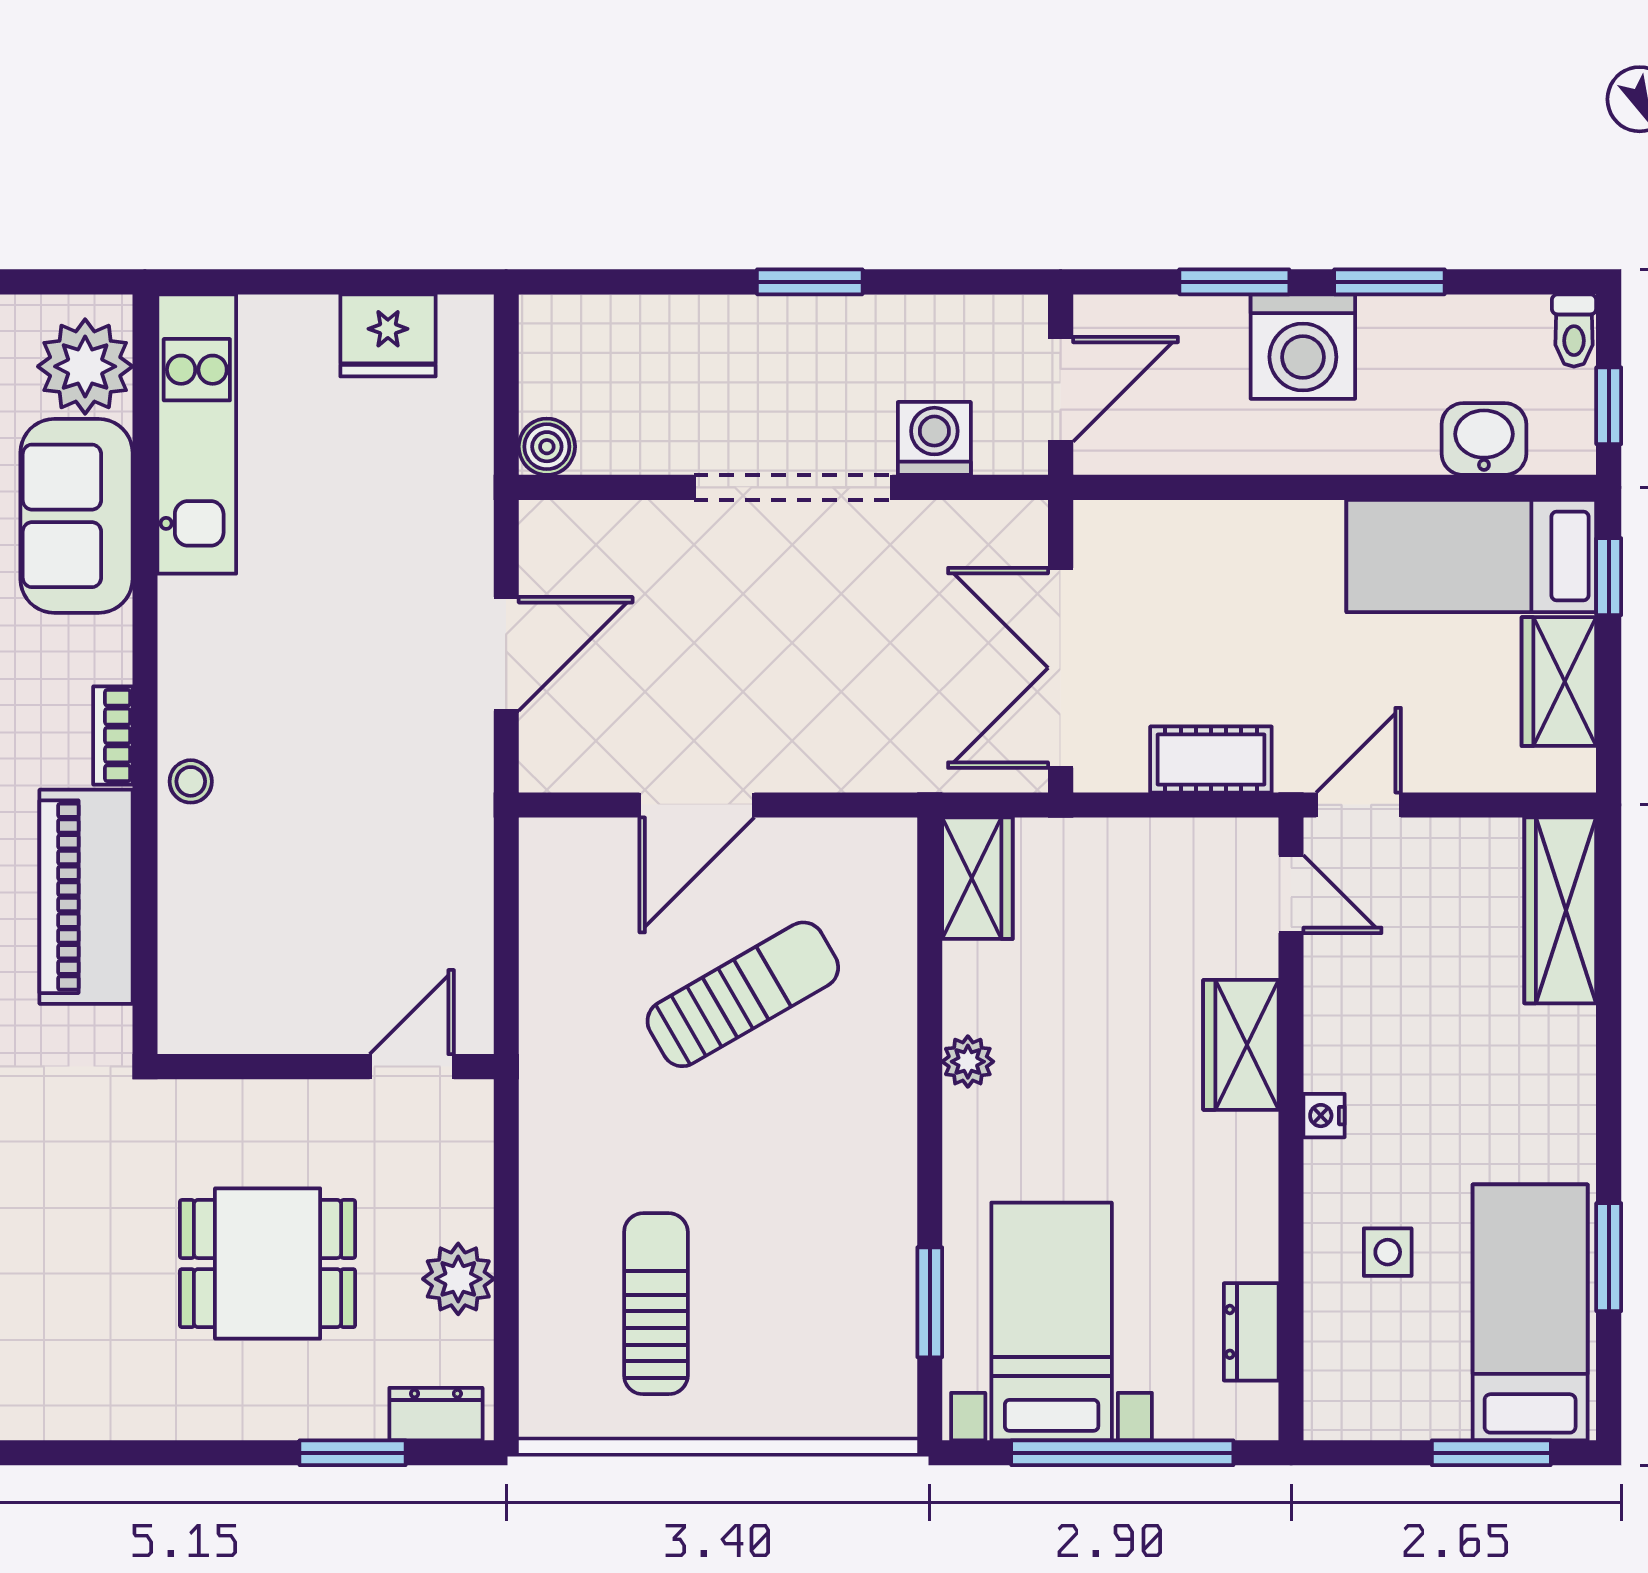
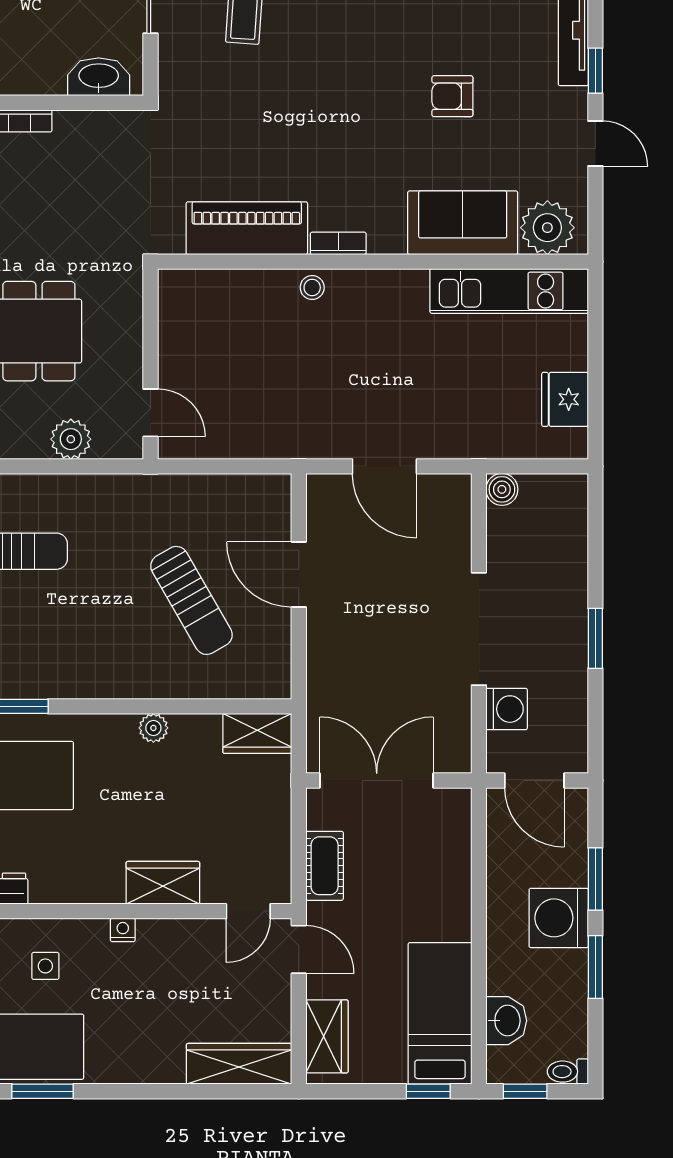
wardrobe: (1559, 682) -> (327, 1036), moved, turned 90
plant: (458, 1279) -> (71, 439), moved

